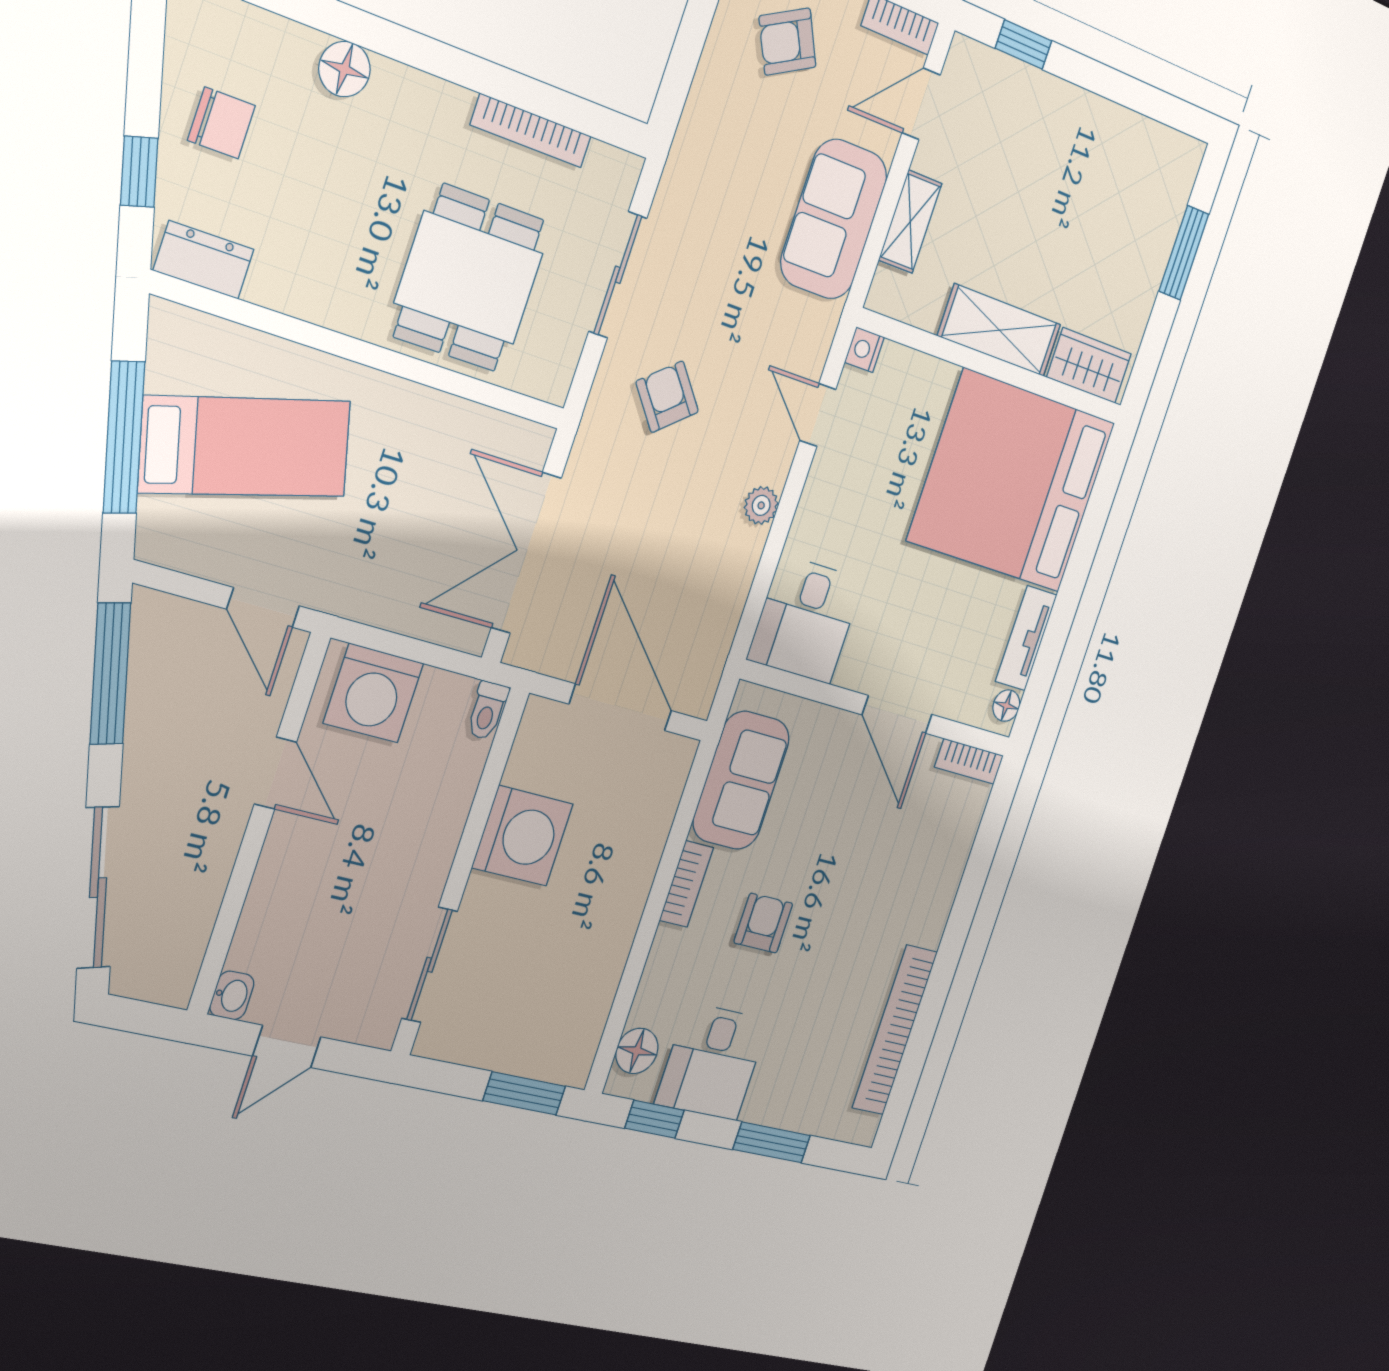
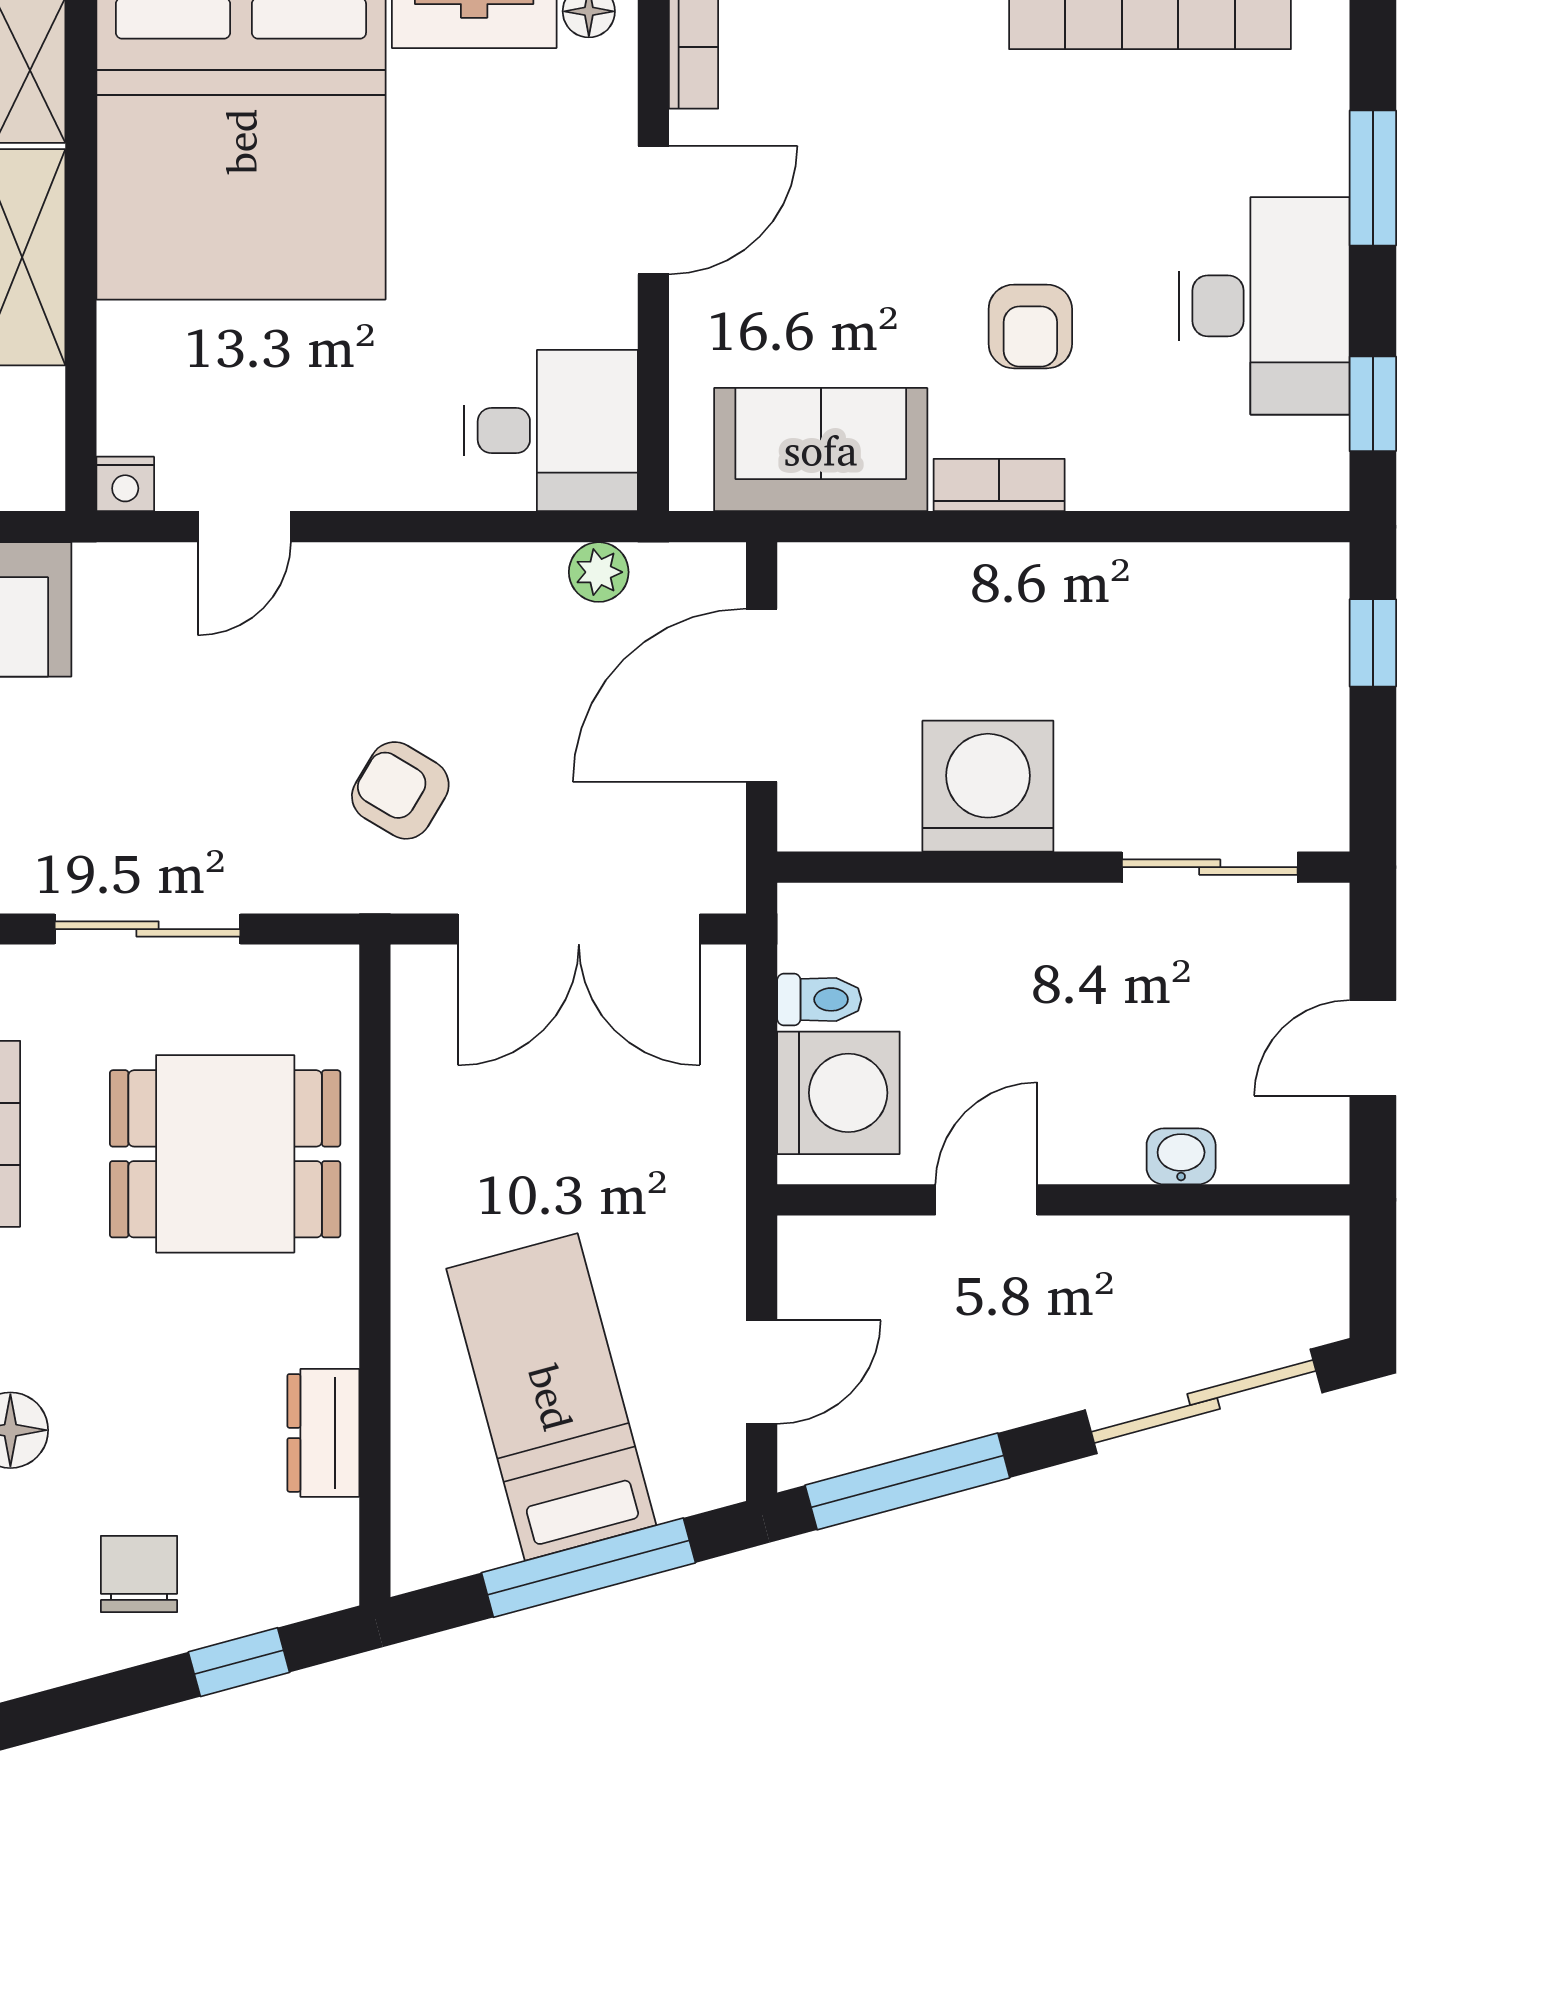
dresser: (204, 260) -> (323, 1433), moved
armchair: (667, 397) -> (400, 790), moved, turned 70
plant: (761, 505) -> (599, 572), moved
door: (263, 607) -> (762, 1372), moved
toilet: (487, 710) -> (819, 999), moved
armchair: (763, 923) -> (1030, 326), turned -90
washbasin: (232, 995) -> (1181, 1156), moved
door: (287, 1046) -> (1373, 1048), swing flipped
floor lamp: (637, 1051) -> (1272, 475), removed
desk: (712, 1062) -> (1264, 306), width x1.37
window: (524, 1093) -> (1373, 643), width x0.67

